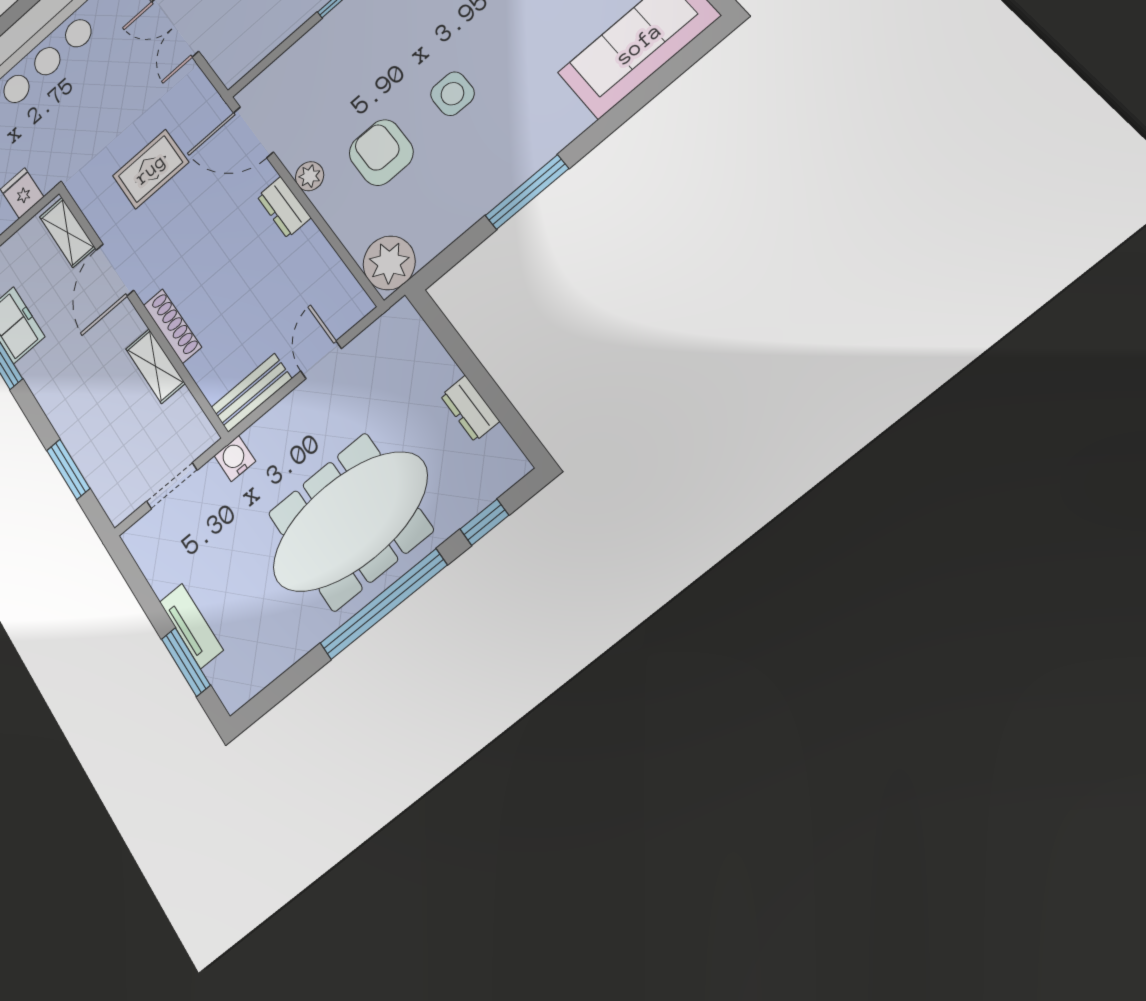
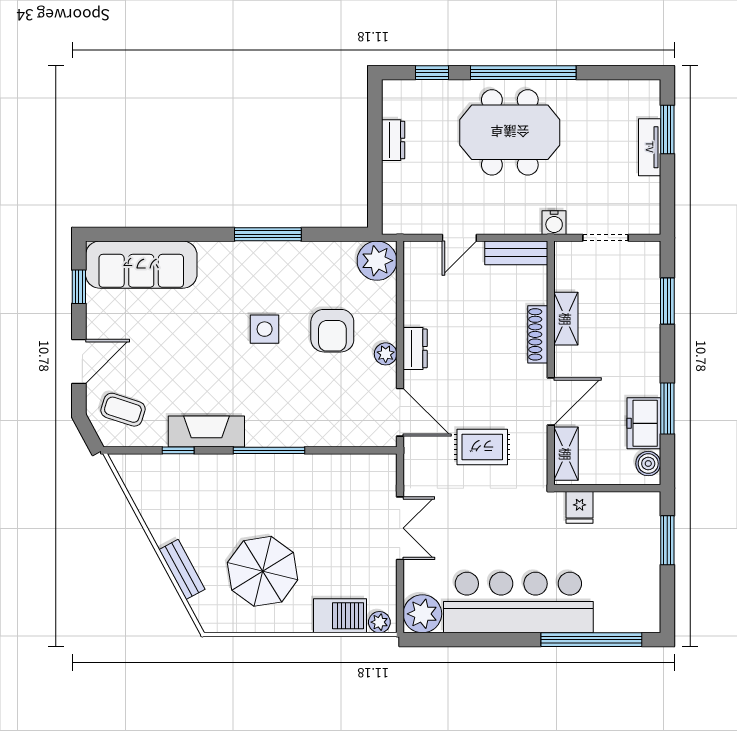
meeting table: (350, 522) -> (510, 132), width x0.73

